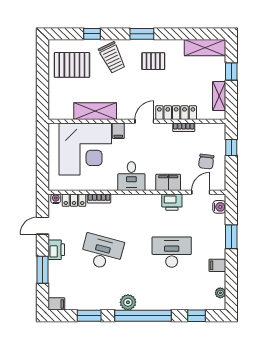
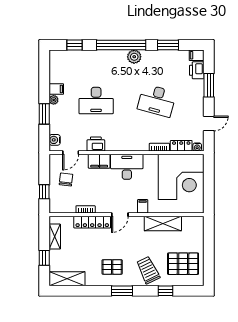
corner desk: (85, 149) -> (181, 177), moved, turned 180
desk: (131, 176) -> (127, 167), width x1.37
printer: (56, 250) -> (197, 70), moved
plant: (220, 293) -> (54, 100), moved

